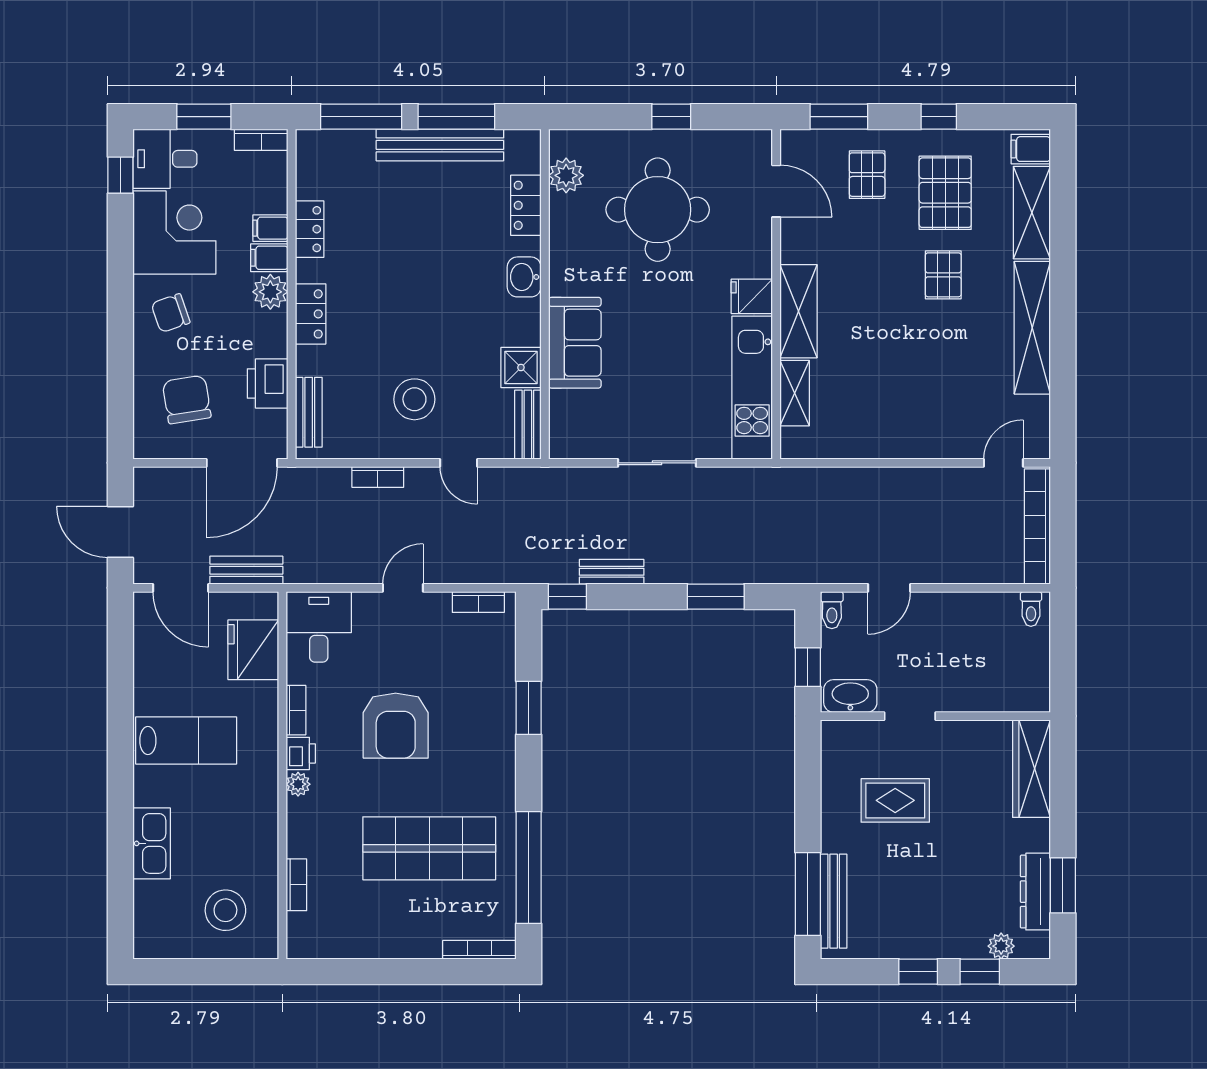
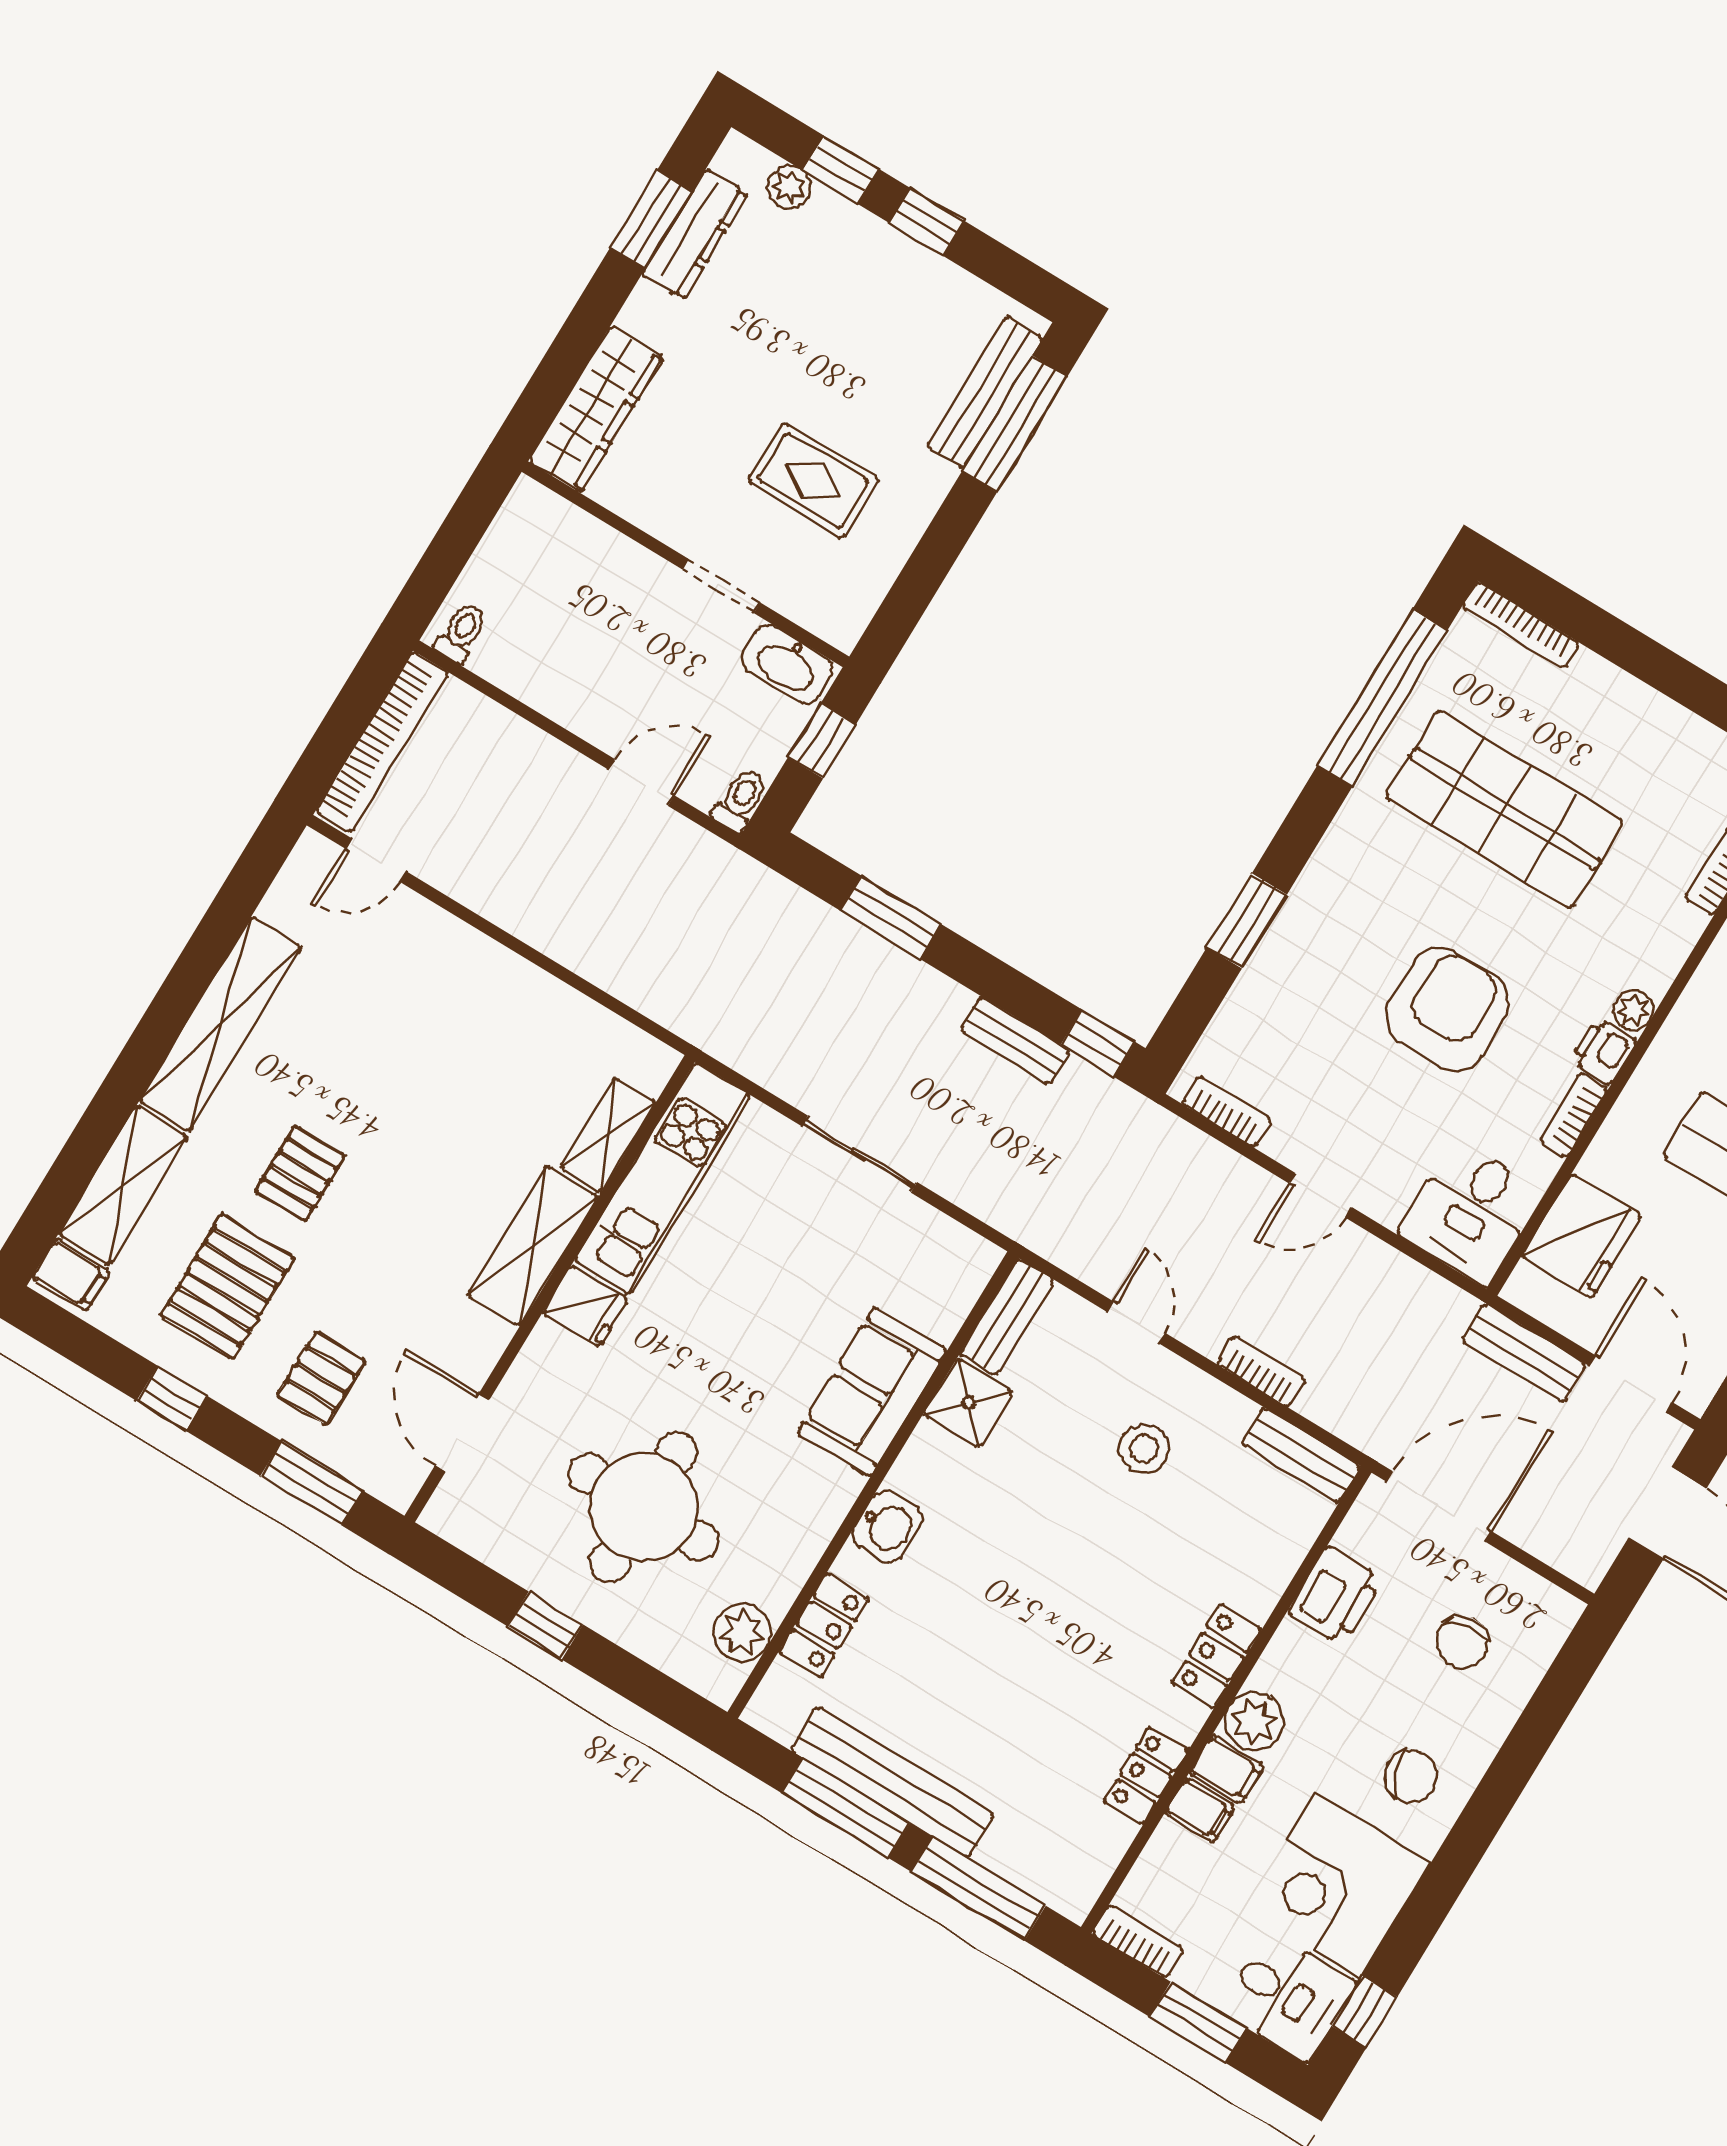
chair: (187, 399) -> (1462, 1642), width x0.73, depth x0.73
stool: (414, 399) -> (1144, 1449), width x0.73, depth x0.73
bench: (309, 412) -> (1301, 1455), moved, turned 90

